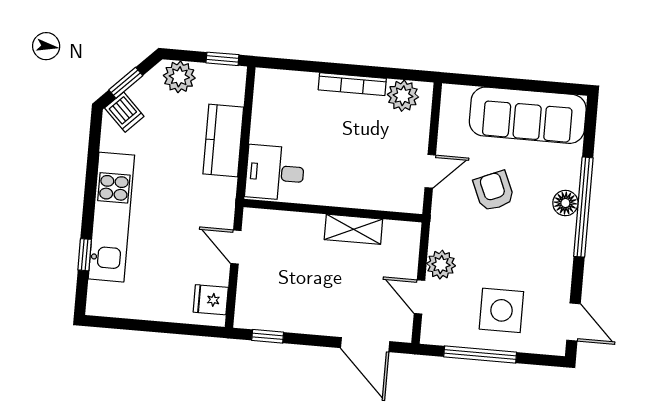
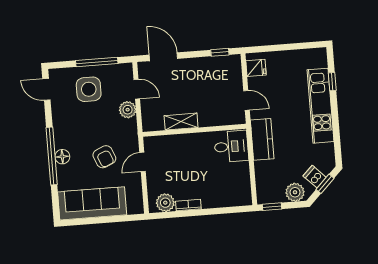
bookcase: (352, 84) -> (188, 205), width x0.64
dishwasher: (124, 112) -> (315, 177), moved
kitchen counter: (223, 141) -> (262, 139), moved

